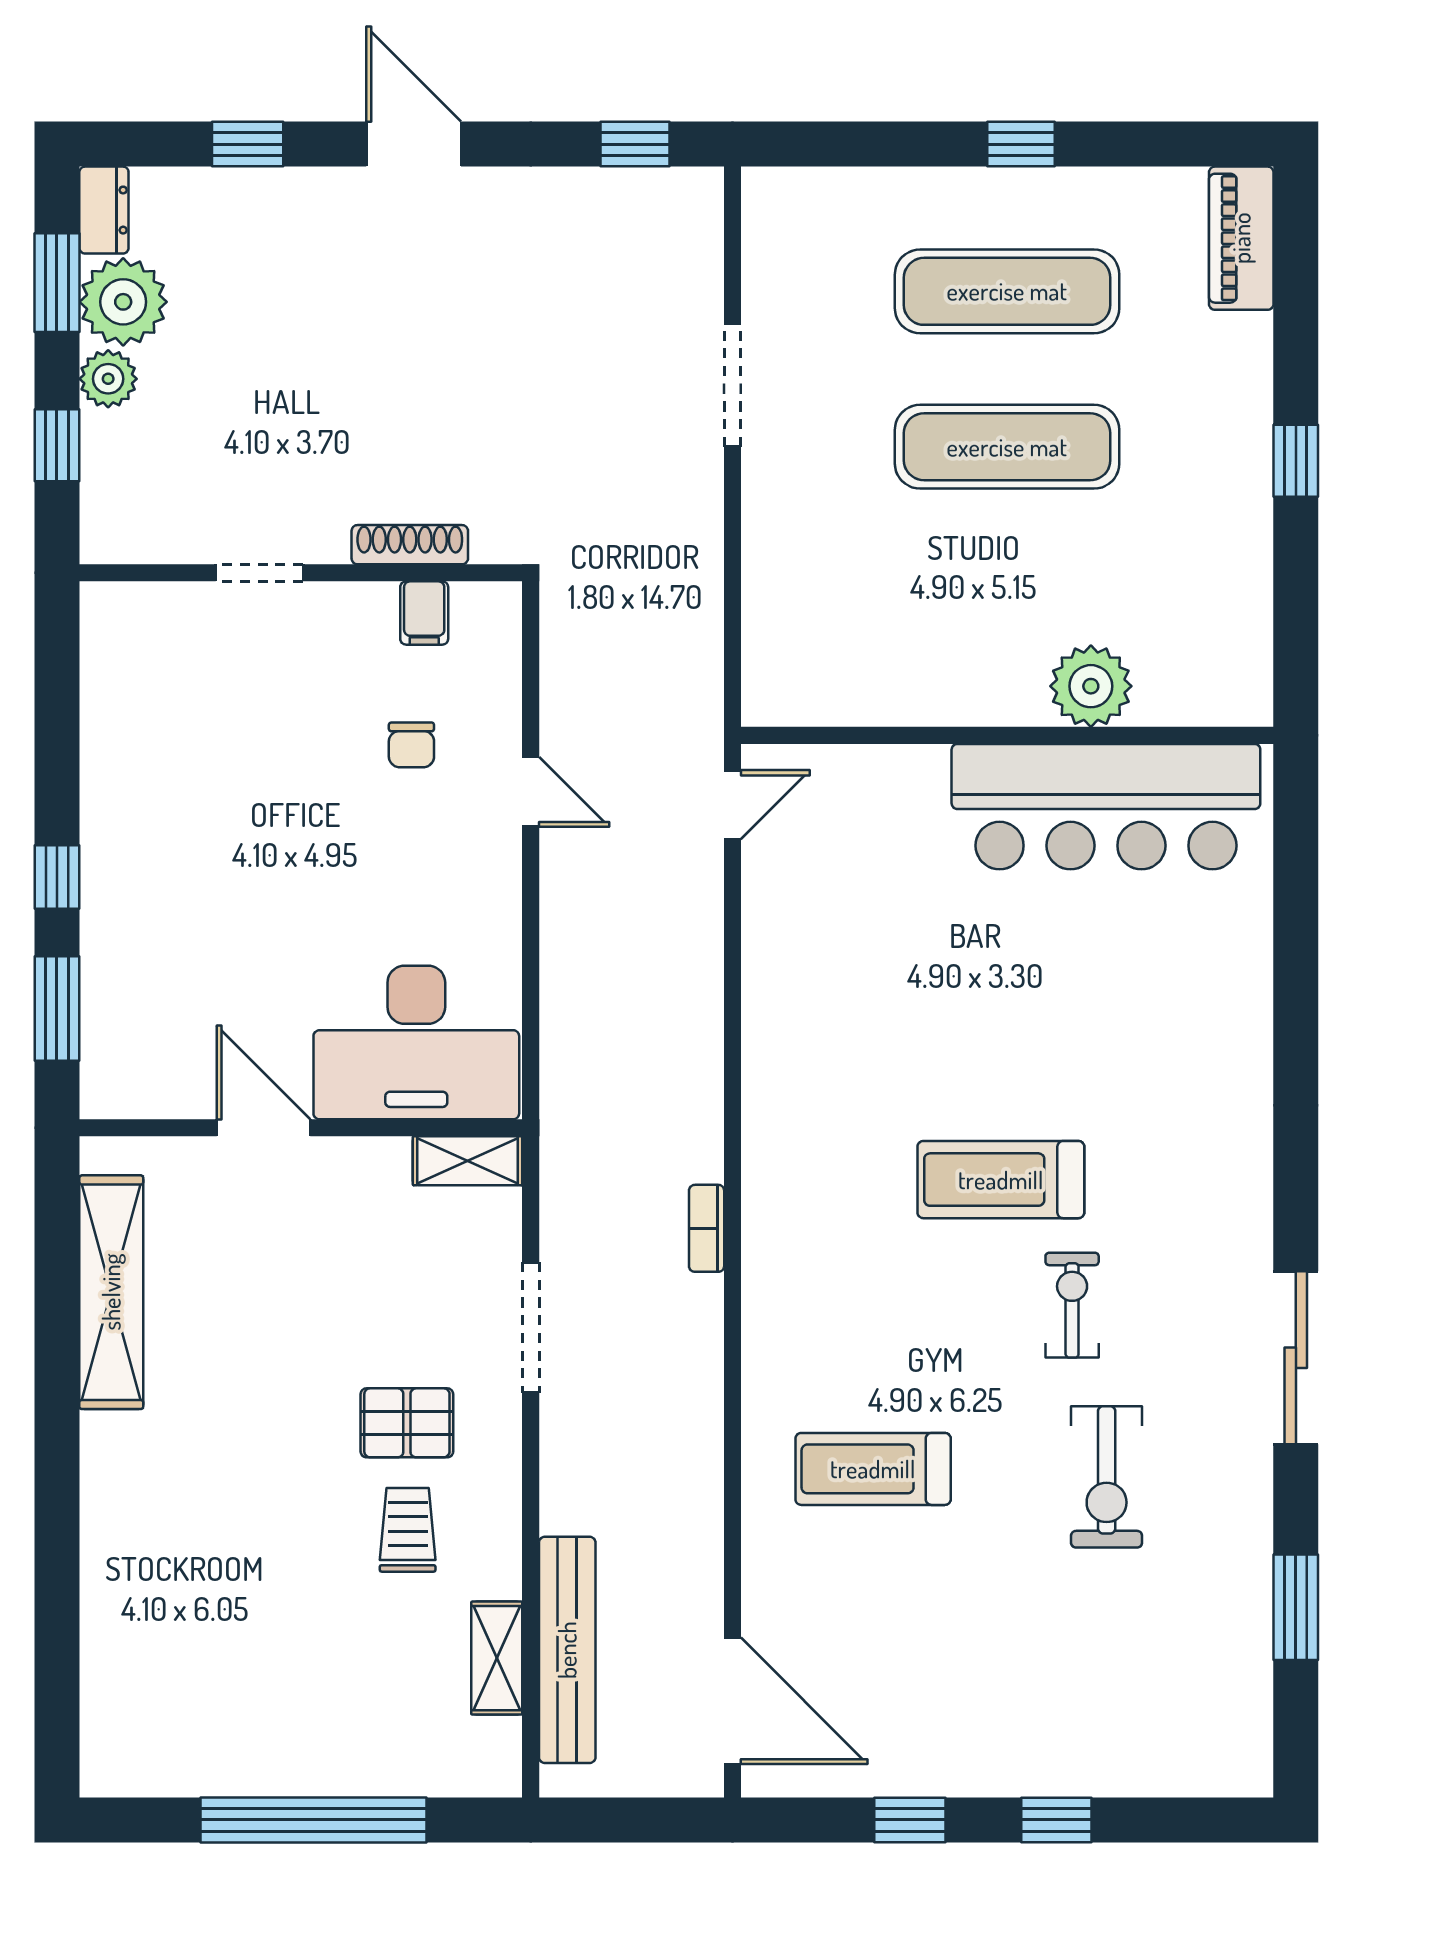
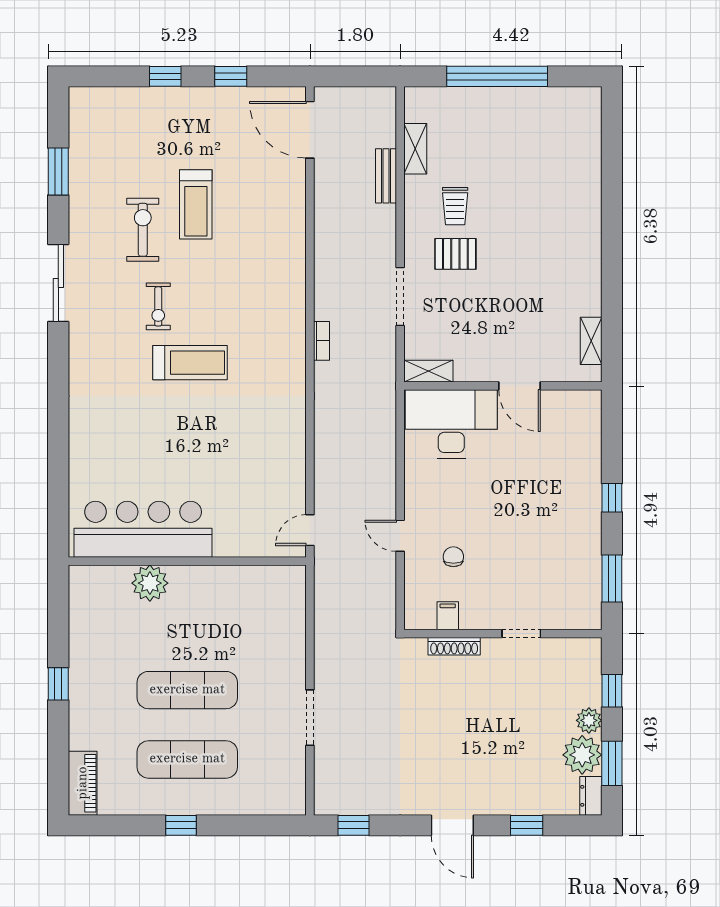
window: (57, 1009) -> (612, 579), moved
shelving: (111, 1292) -> (591, 341), width x0.45, depth x0.75
treadmill: (873, 1469) -> (196, 204), moved, turned 90
bench: (567, 1650) -> (386, 176), width x0.54, depth x0.82

